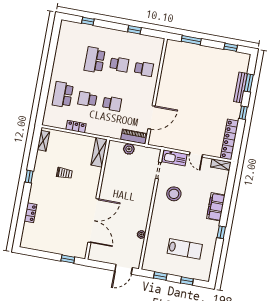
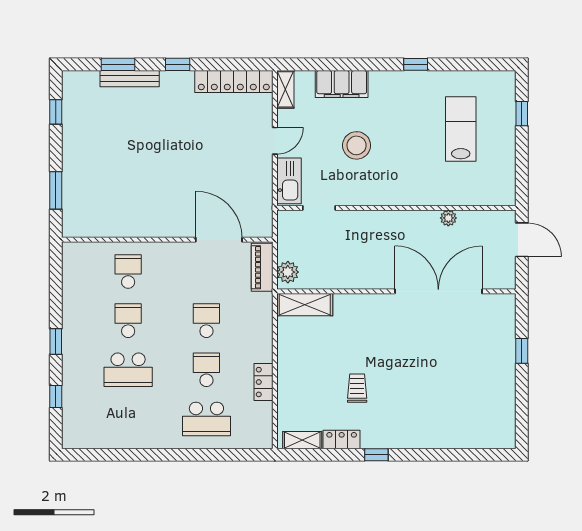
window: (134, 30) -> (56, 341), moved
school desk: (87, 99) -> (206, 370), turned 180
shelving: (99, 152) -> (305, 305), moved
stool: (174, 194) -> (357, 145), moved
wall: (97, 199) -> (396, 291), moved
filing cabinet: (216, 207) -> (342, 84), moved
locker: (30, 213) -> (342, 439), moved
double door: (93, 221) -> (438, 291), moved
window: (160, 276) -> (522, 167), removed

